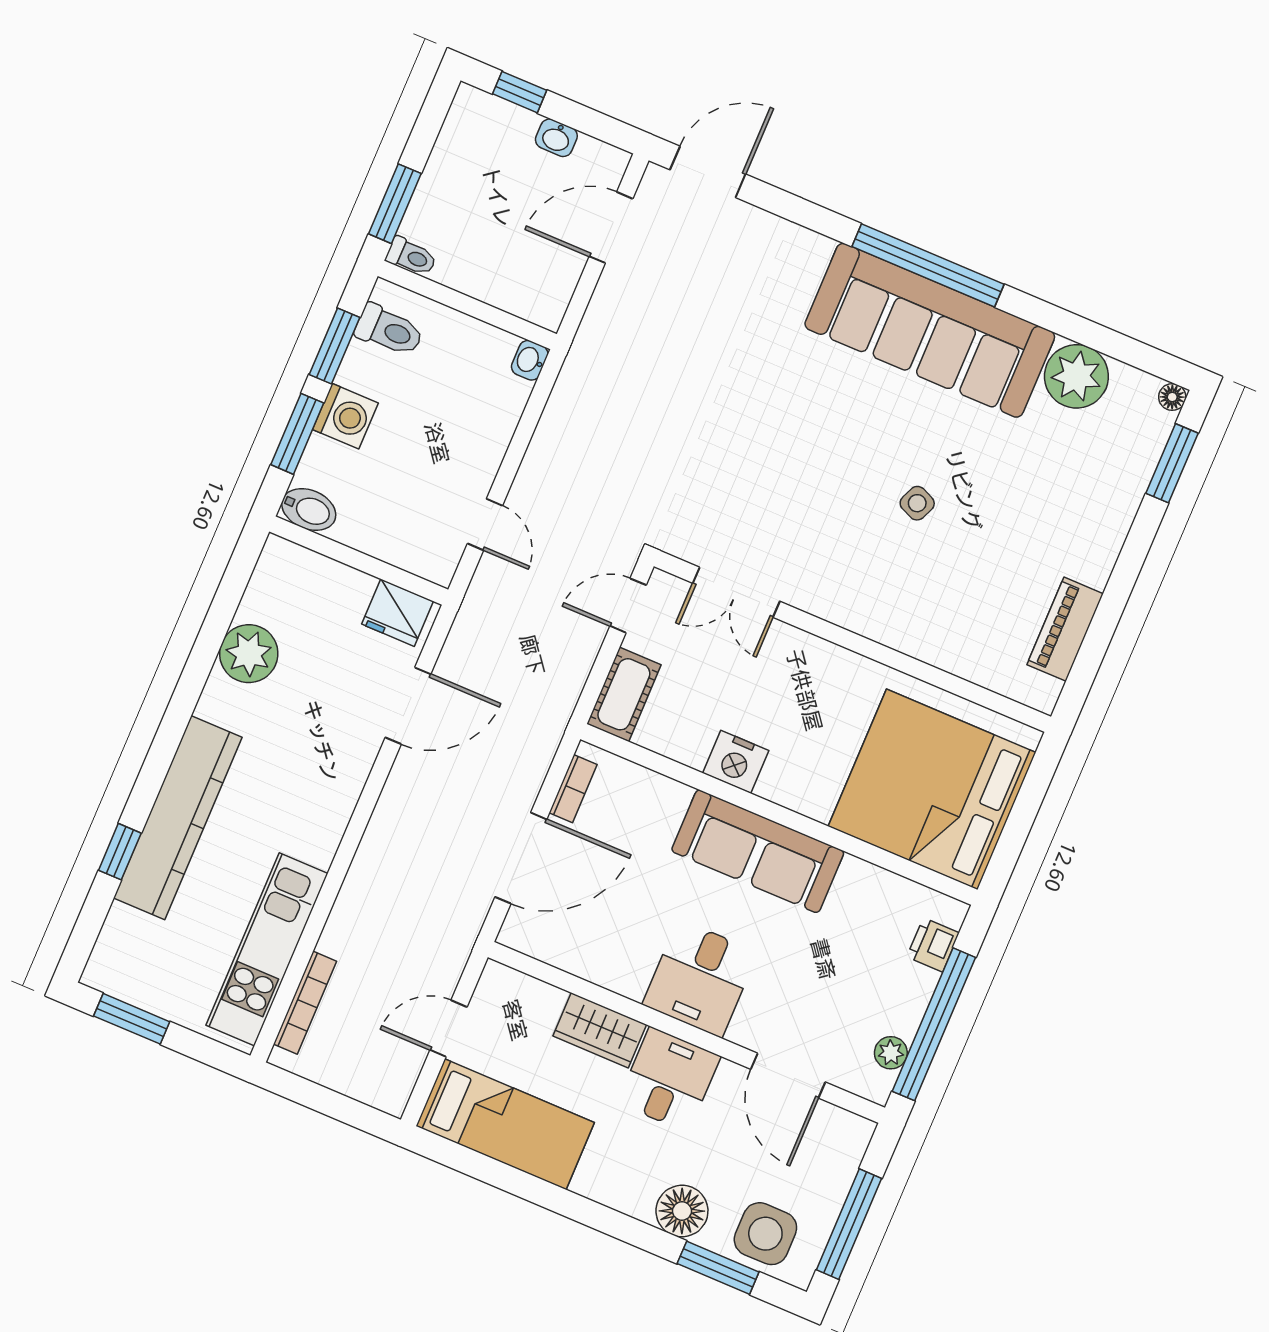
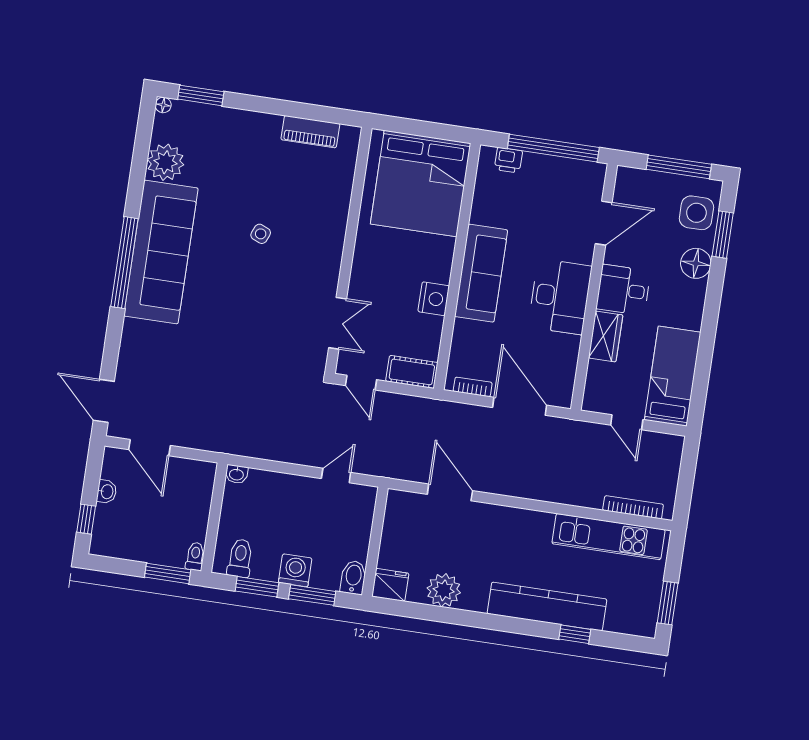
fridge: (398, 613) -> (390, 585), moved, turned -90
desk: (700, 978) -> (560, 297), width x1.37
plant: (891, 1053) -> (576, 168), removed

